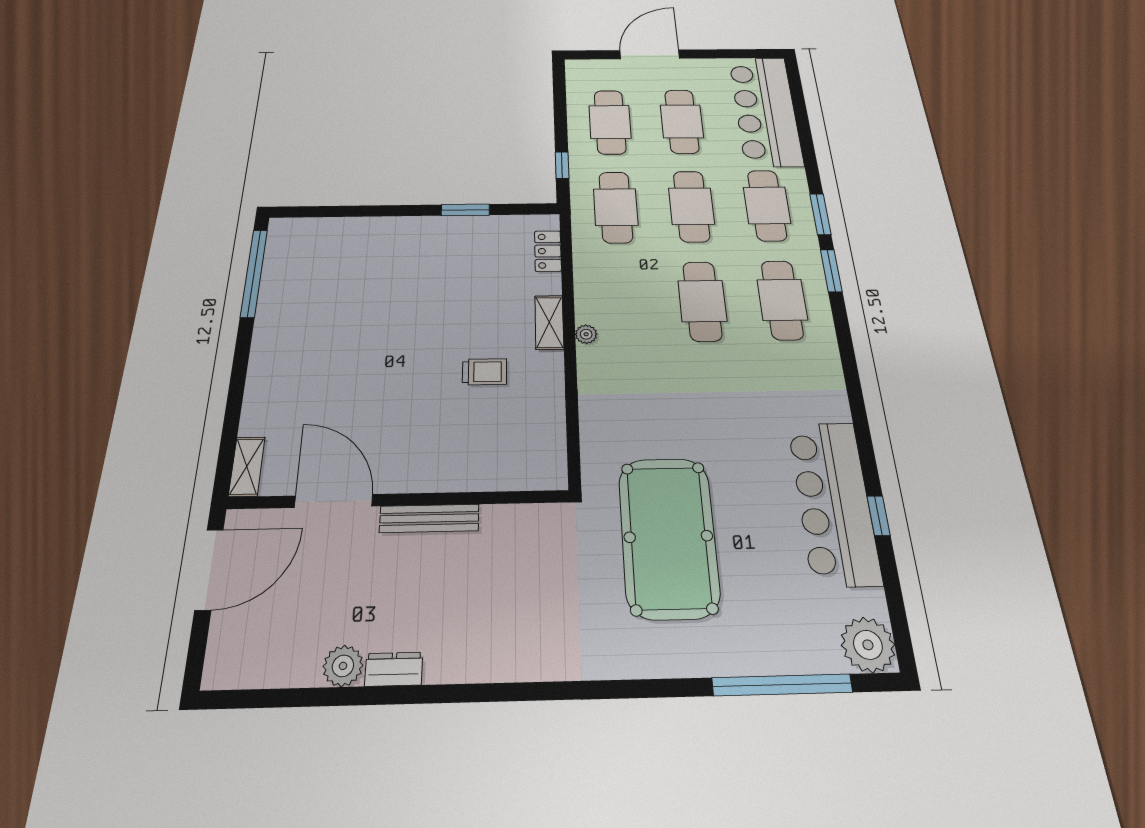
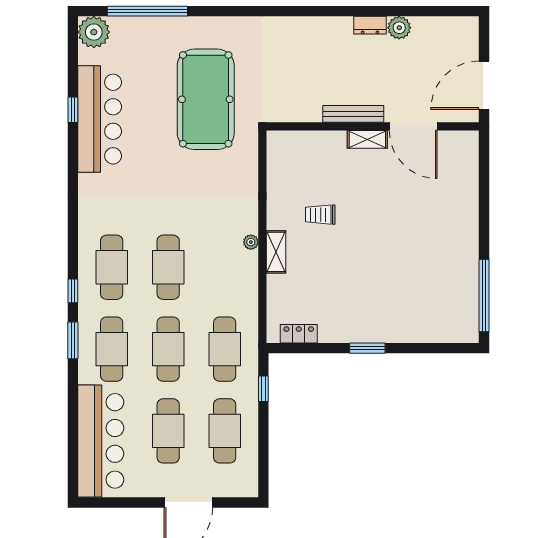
window: (465, 210) -> (367, 348), moved
locker: (548, 251) -> (299, 334), moved, turned -90
window: (831, 271) -> (73, 291), width x0.67
shelving: (247, 467) -> (367, 139), moved, turned 90

